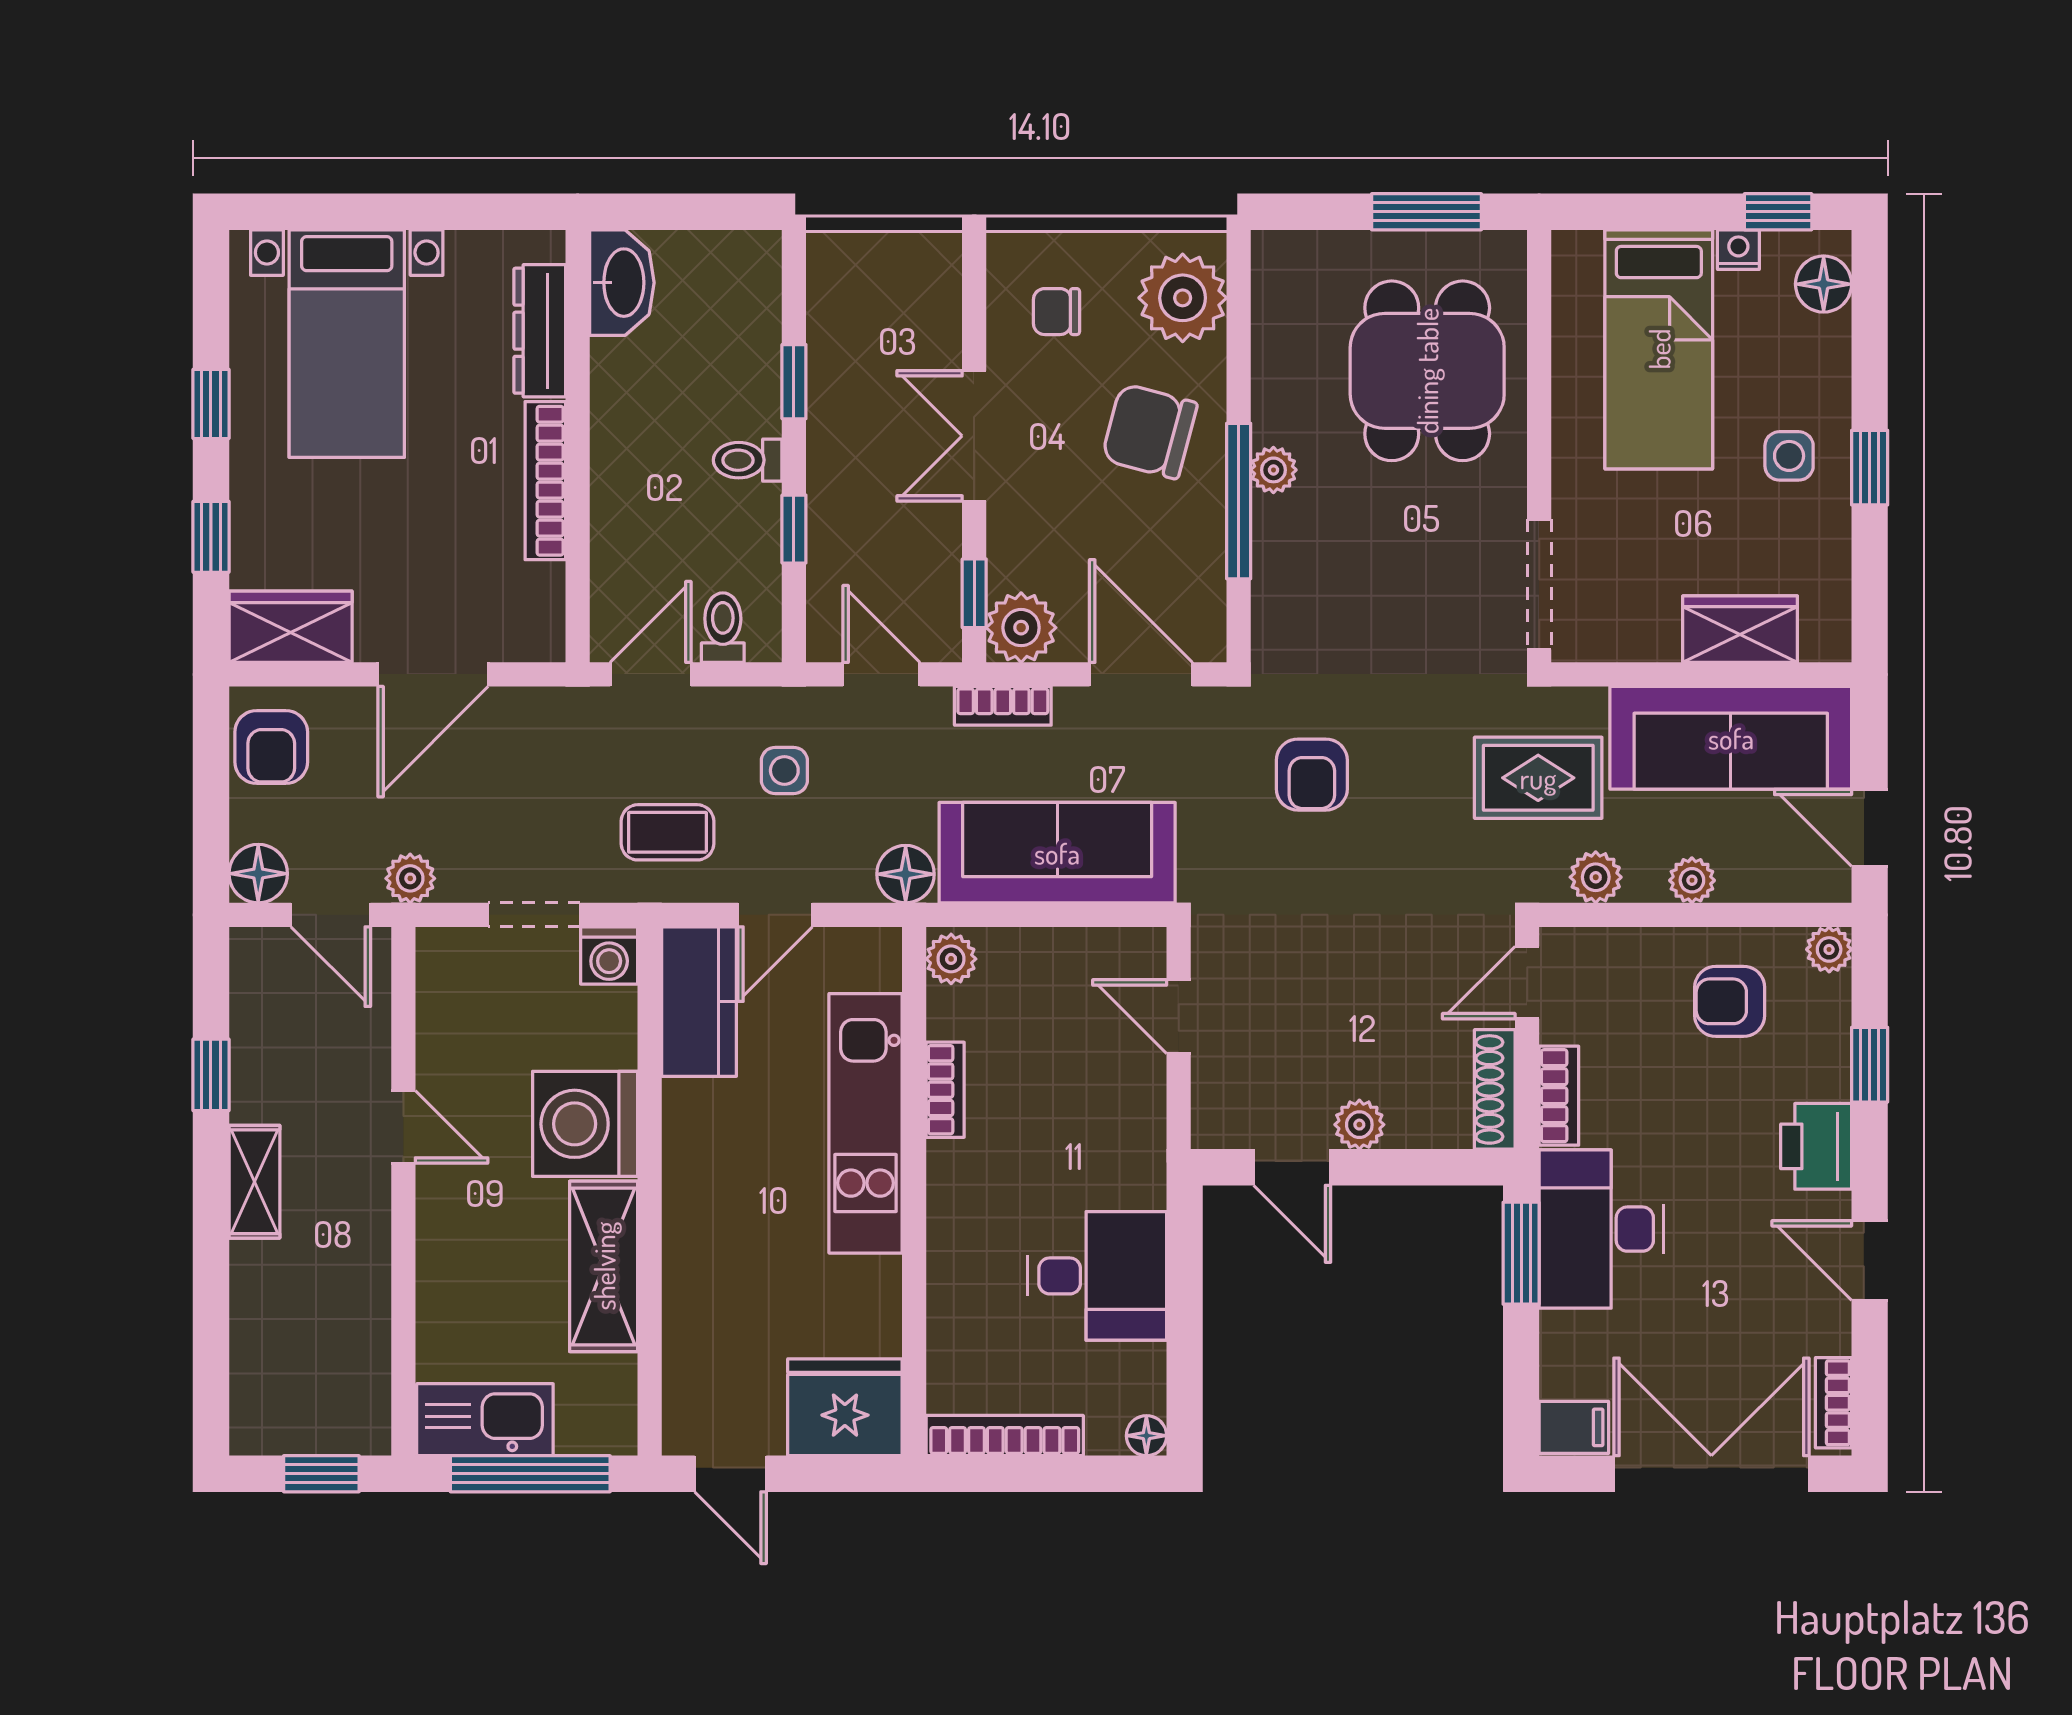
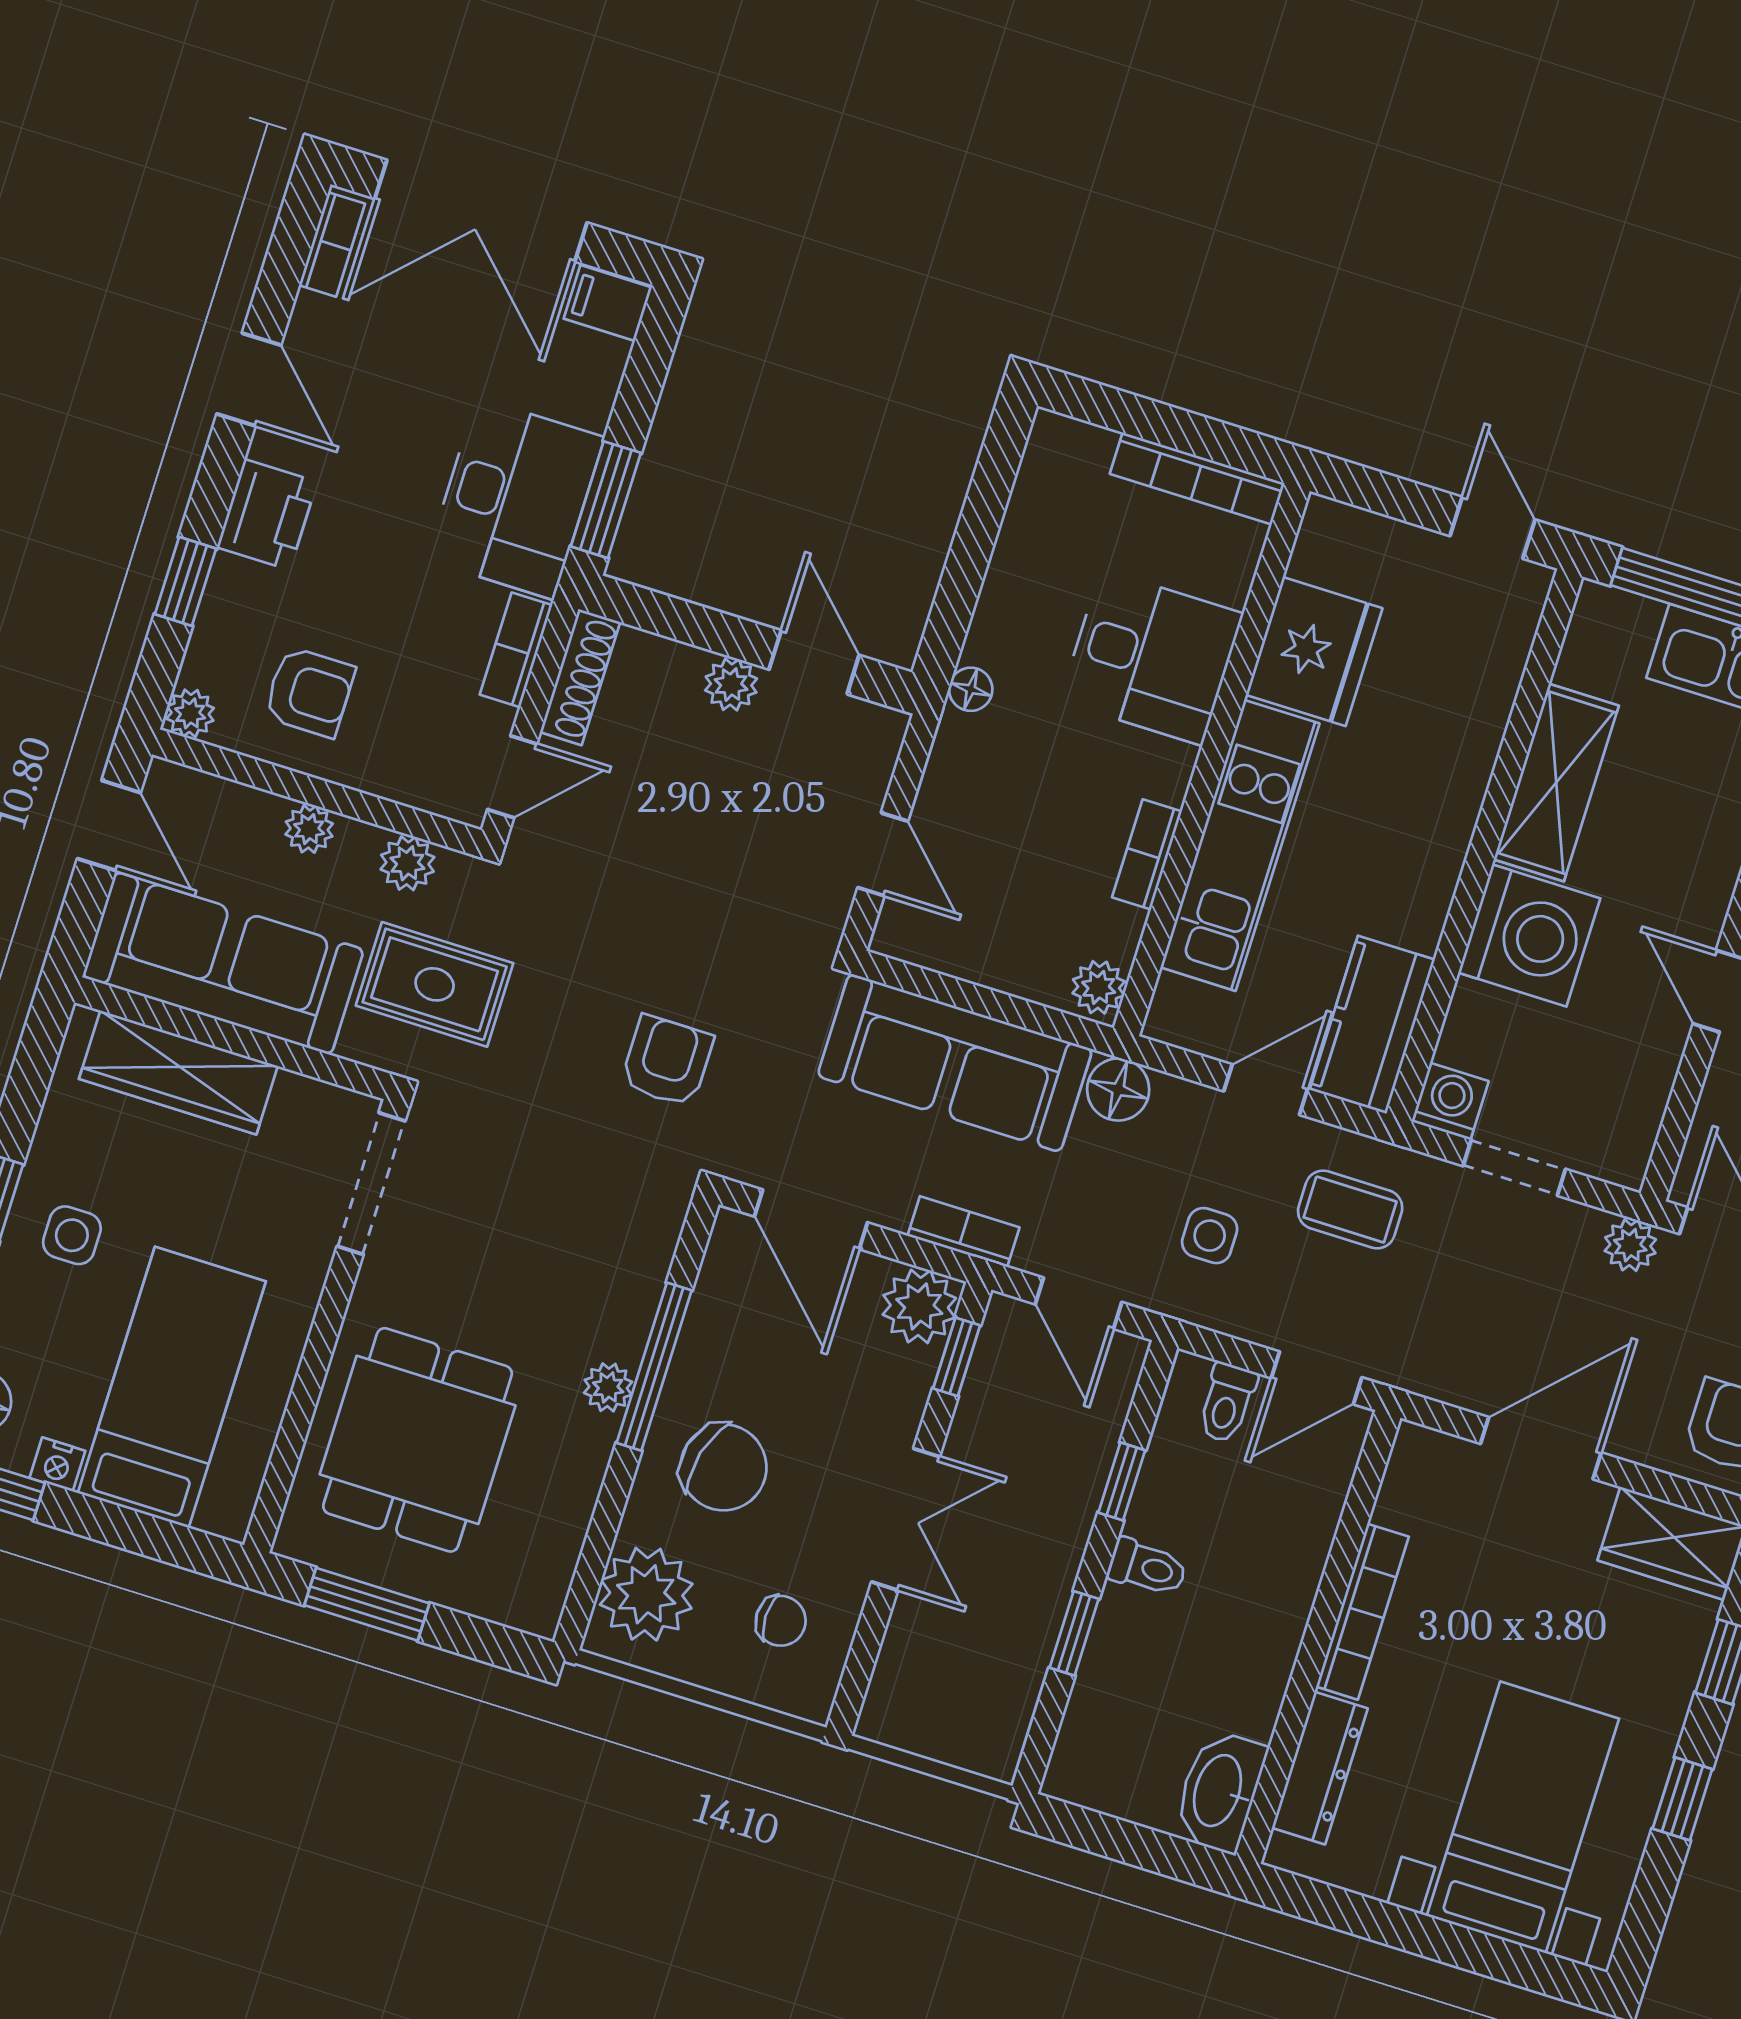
wardrobe: (1740, 629) -> (178, 1072), width x1.50
desk: (1097, 1276) -> (1152, 657), moved, turned 180
fridge: (845, 1407) -> (1314, 652), moved, turned -90
floor lamp: (1146, 1436) -> (971, 689), moved

